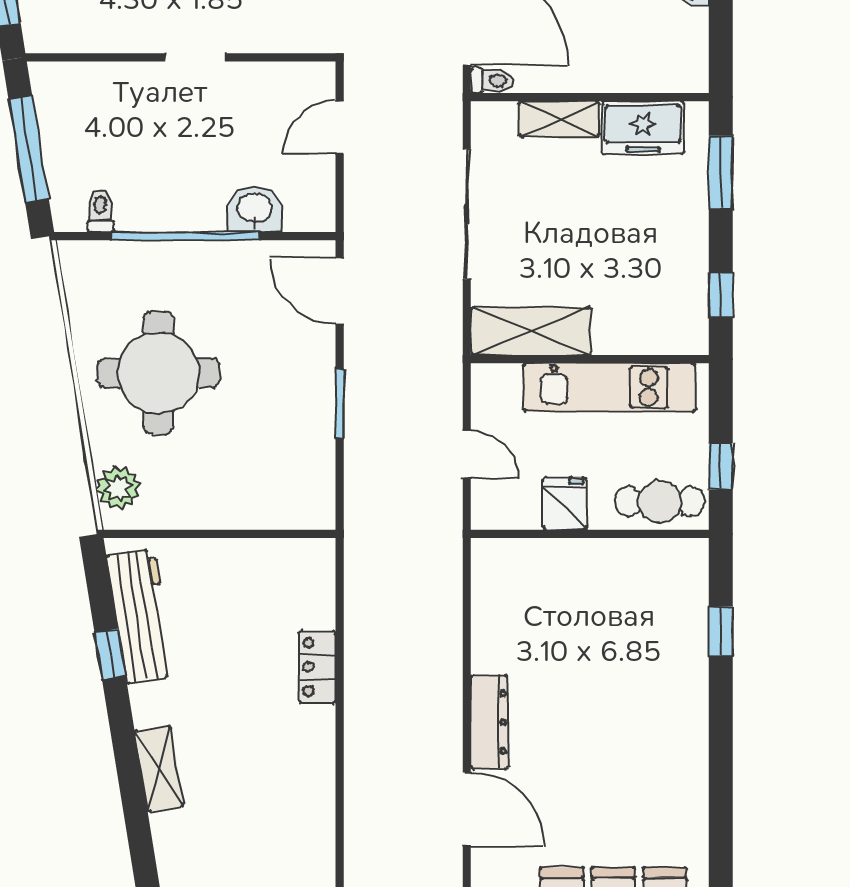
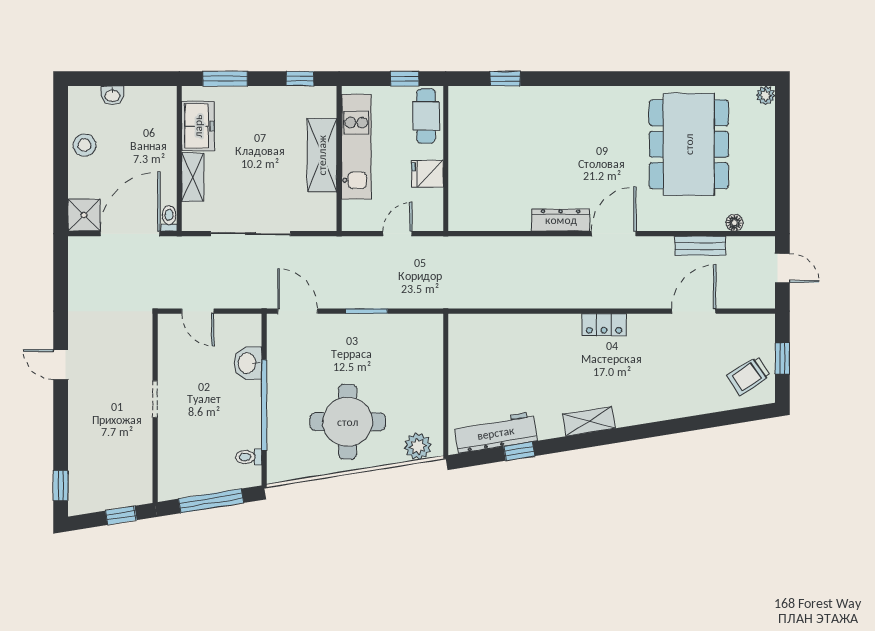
door: (340, 291) -> (298, 311), swing flipped
shelving: (531, 331) -> (322, 155), moved
locker: (317, 667) -> (604, 325), moved

